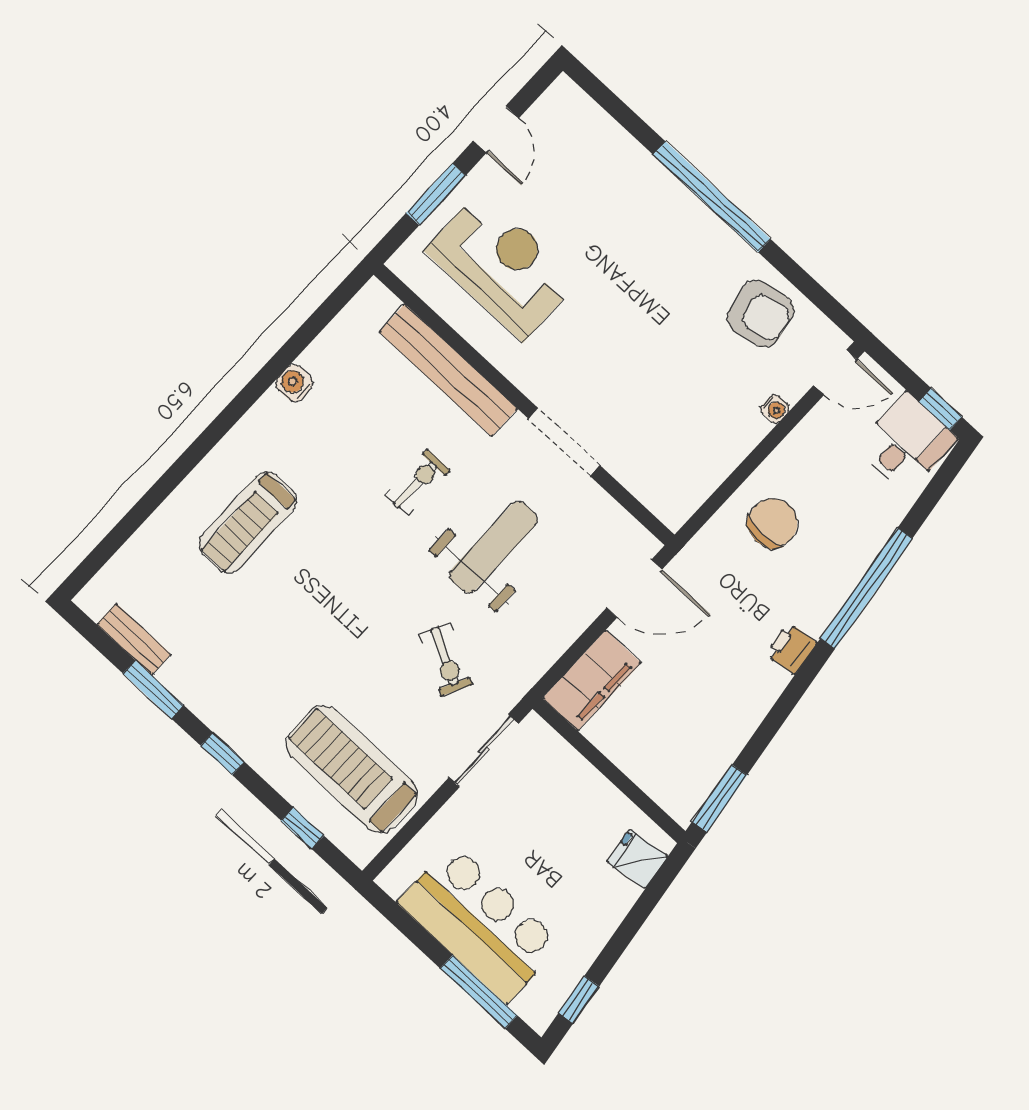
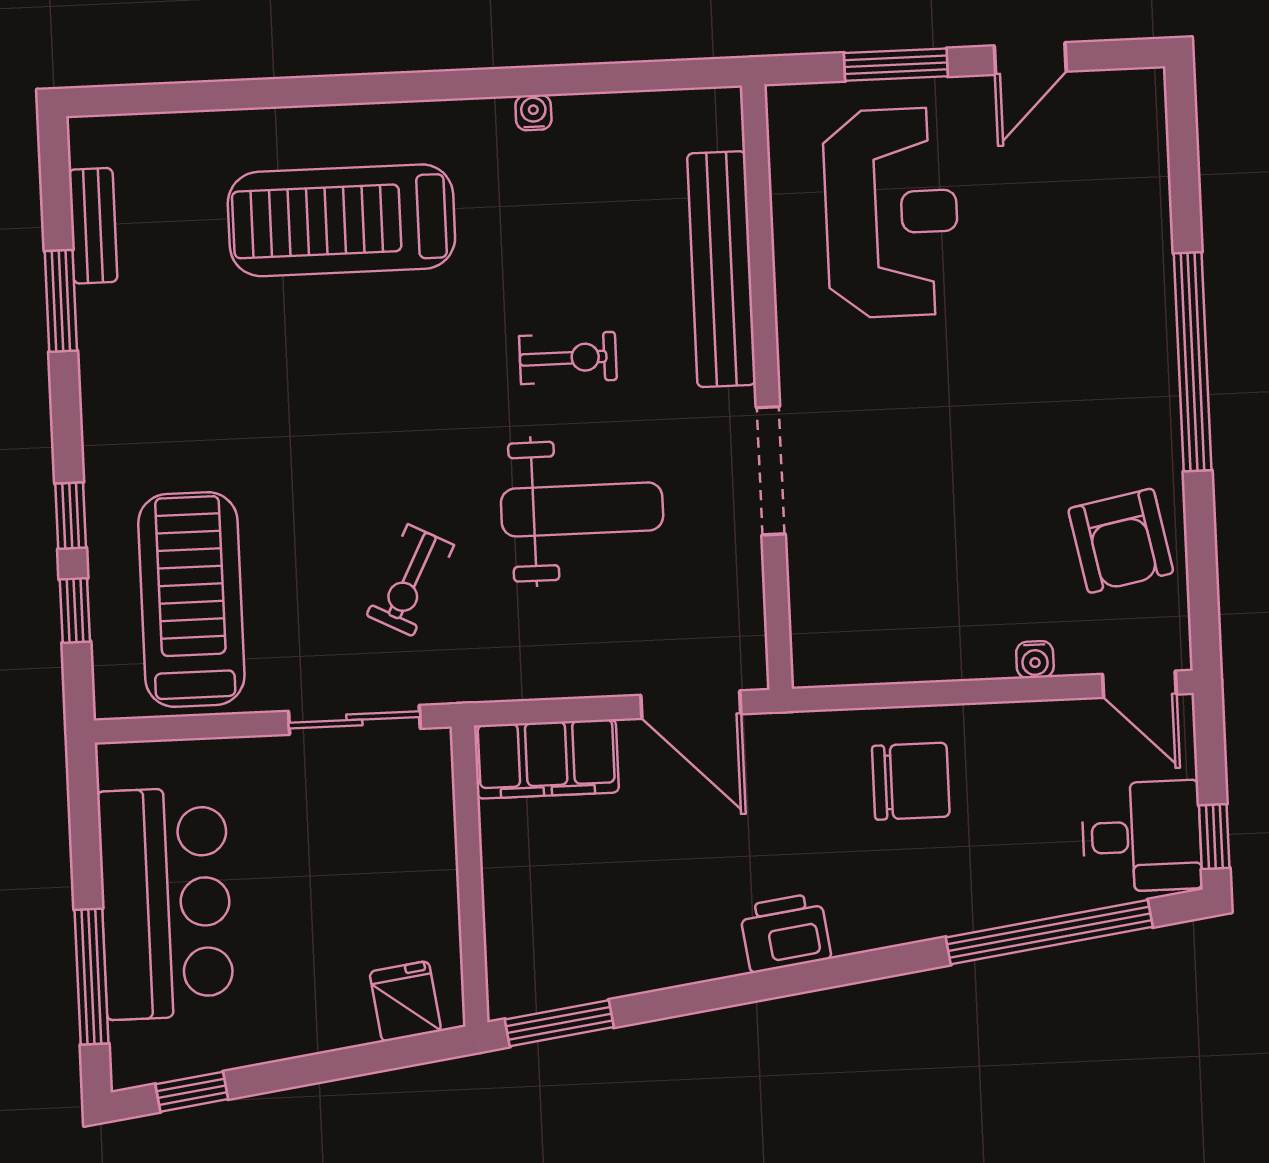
water cooler: (294, 383) -> (533, 112), width x0.72, depth x0.72
treadmill: (248, 522) -> (341, 220), width x1.37, depth x1.38
window: (866, 588) -> (1049, 932), moved
printer: (791, 648) -> (785, 933), width x1.36, depth x1.24
window: (222, 754) -> (71, 516), moved

